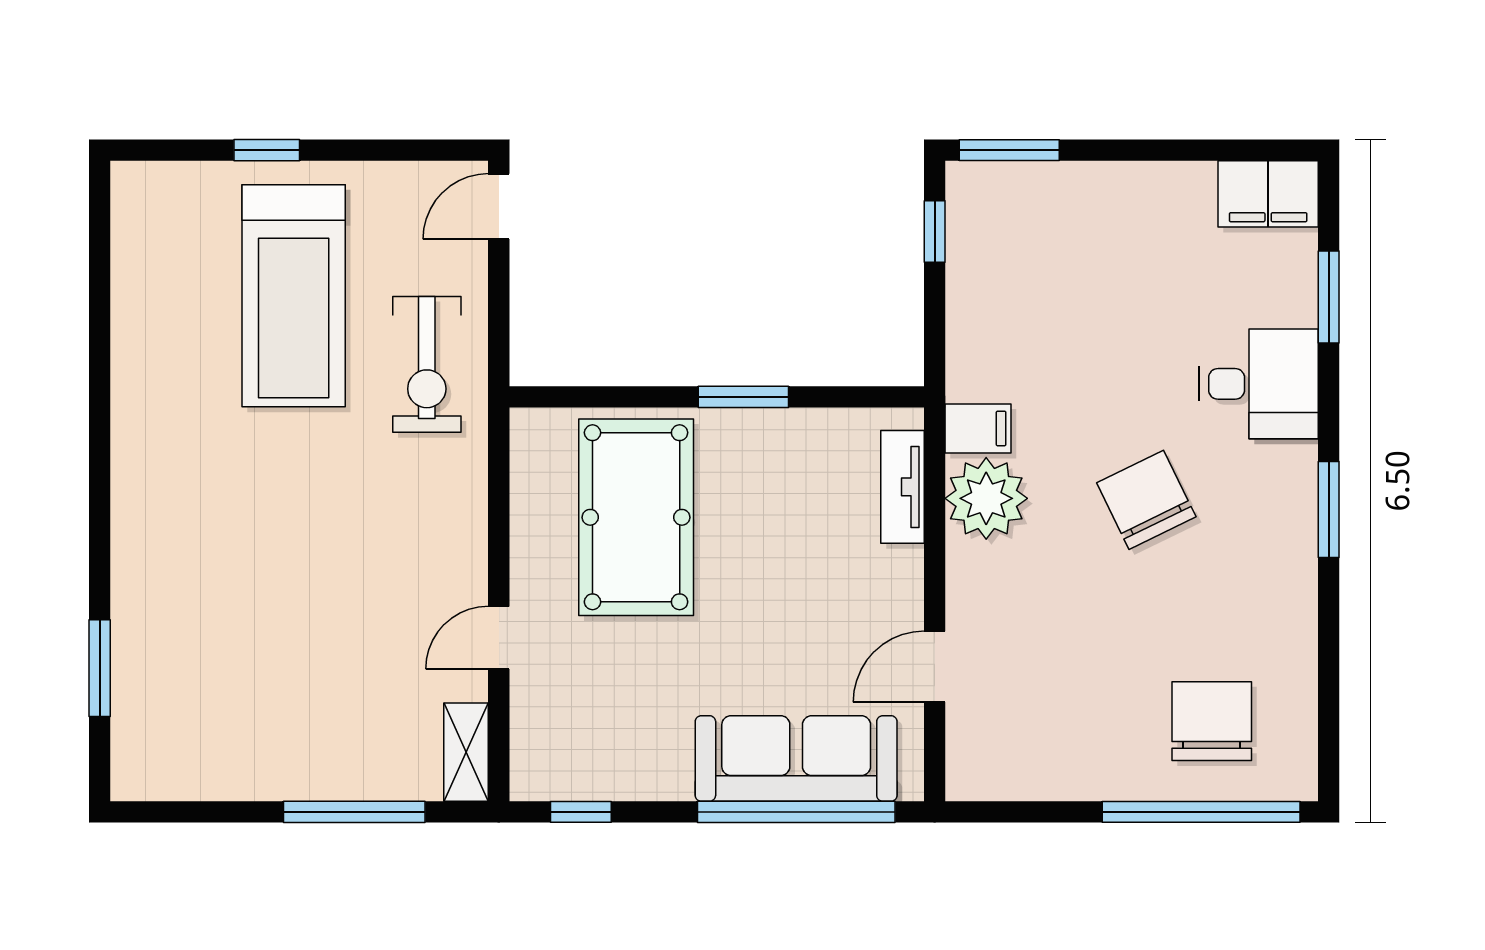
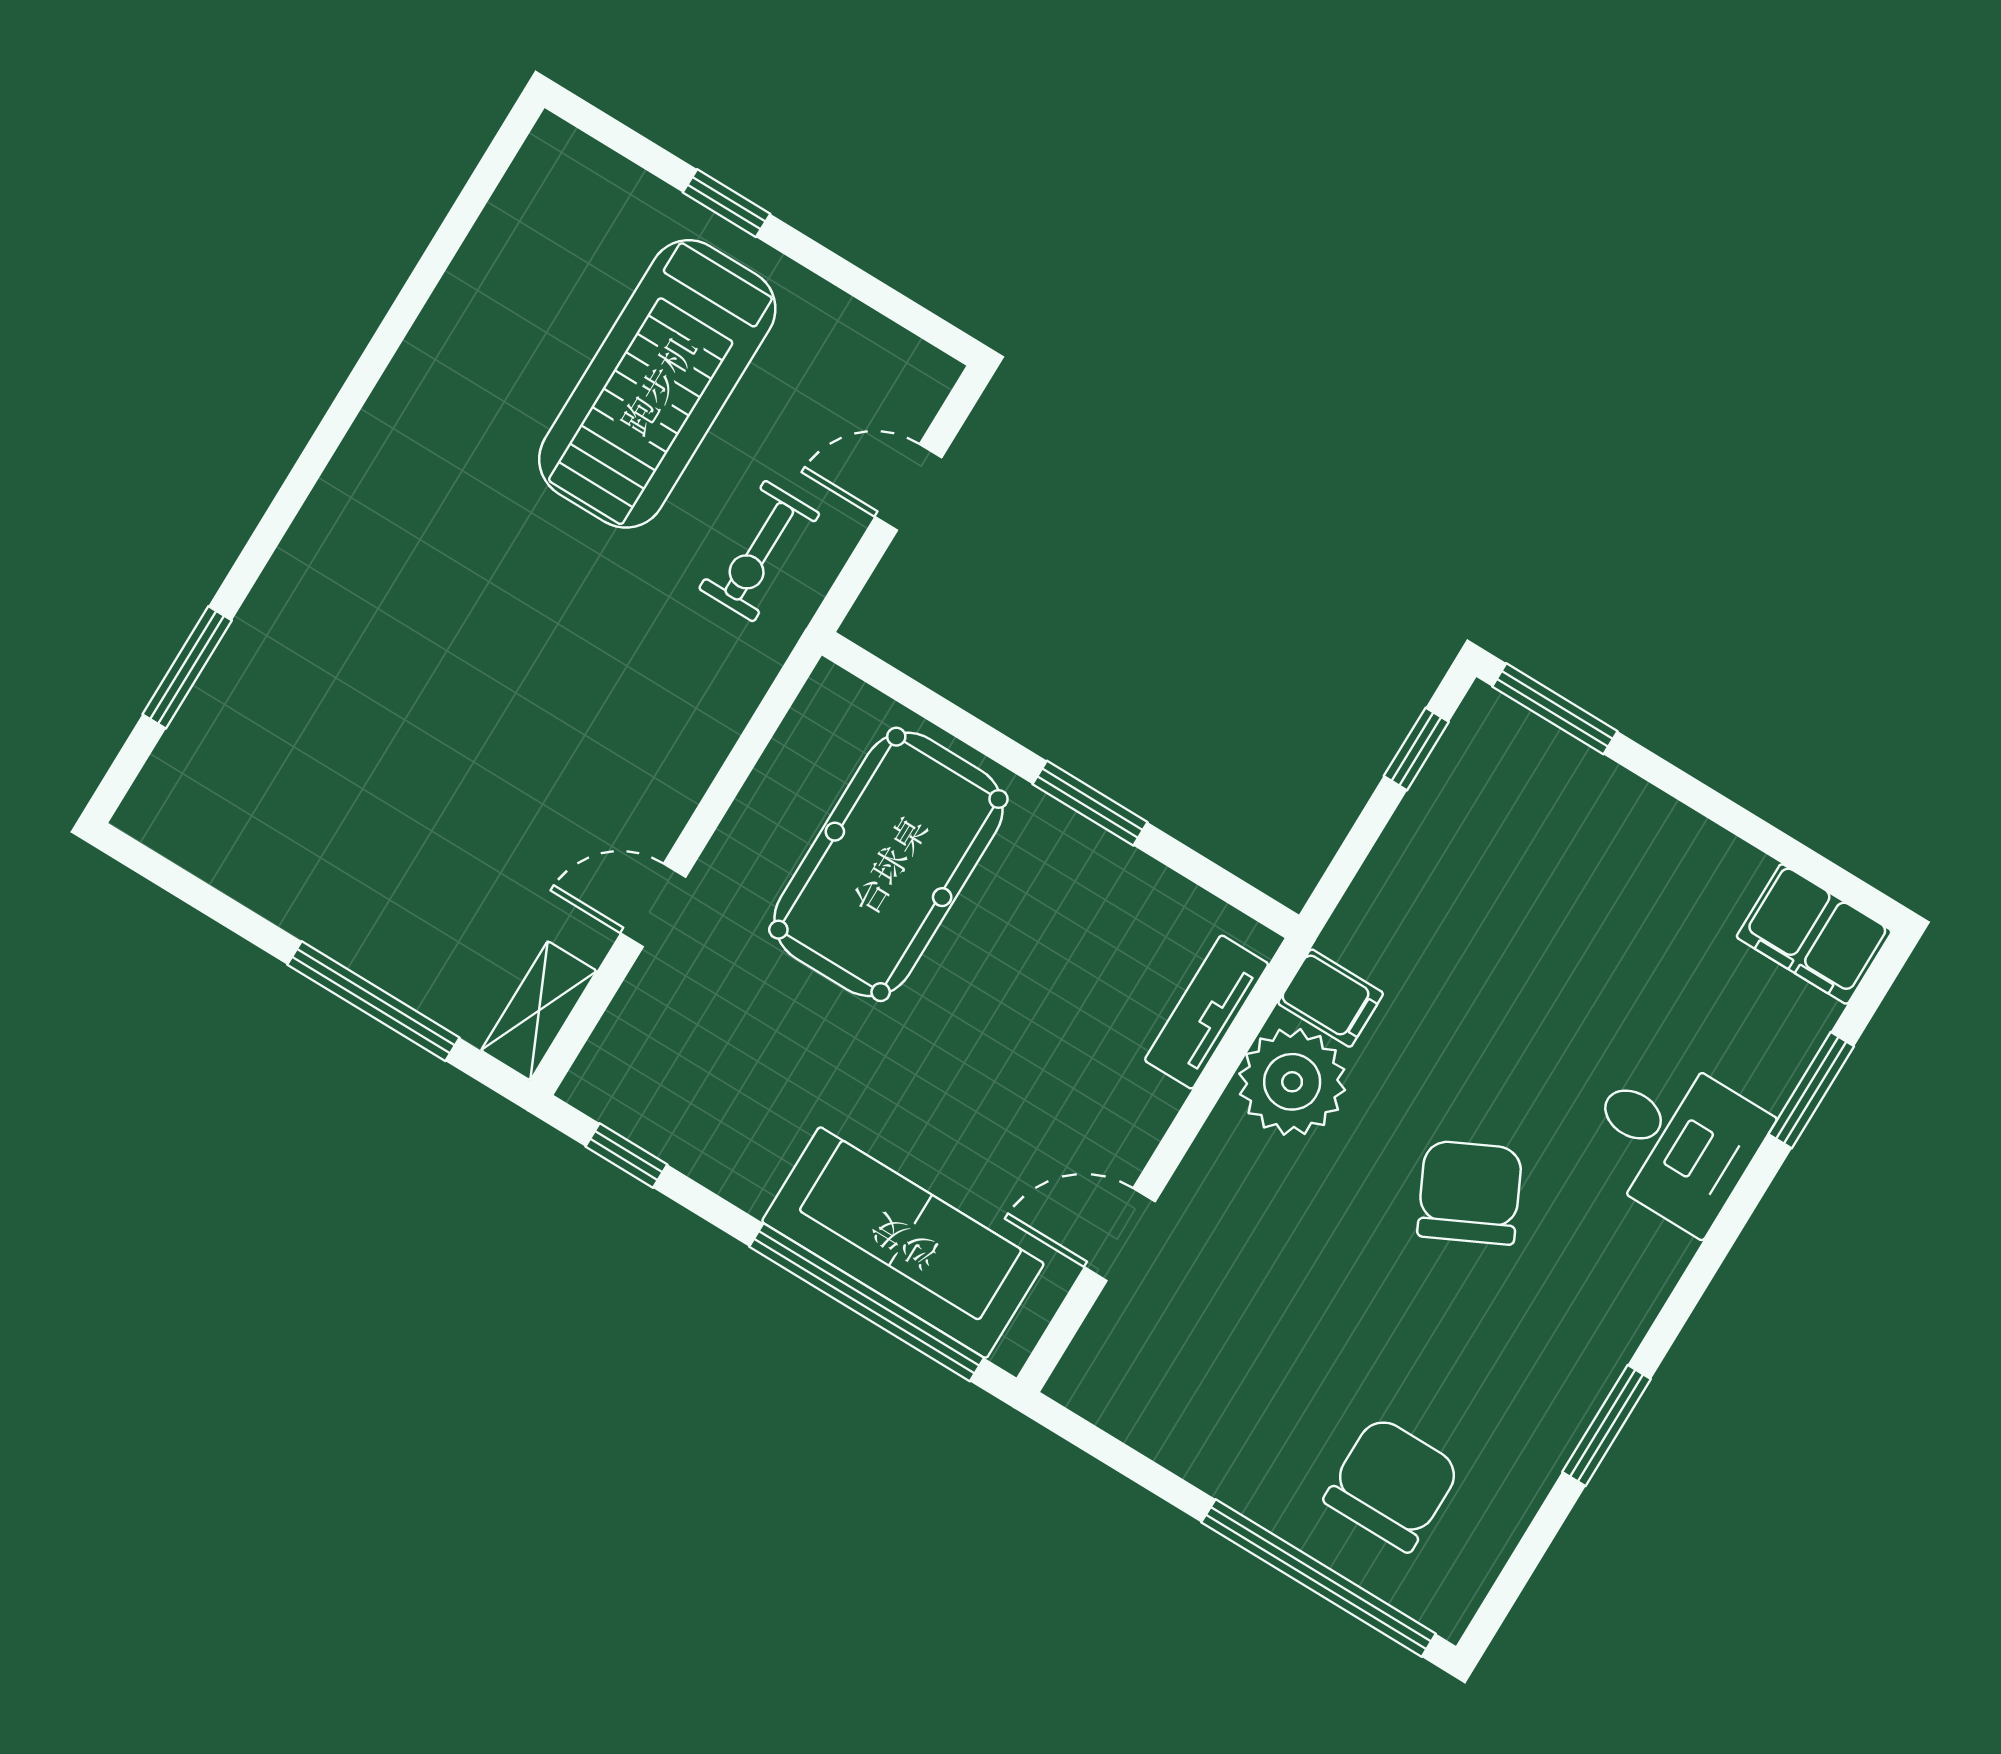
door: (499, 206) -> (908, 487), moved
exercise bike: (427, 364) -> (759, 551), width x0.73, depth x0.72
window: (1329, 510) -> (1607, 1426), moved

